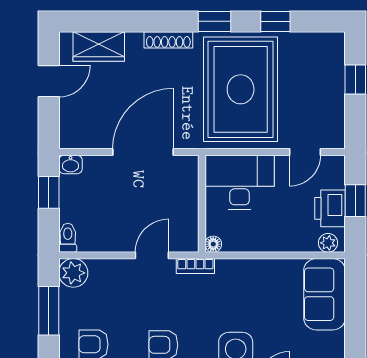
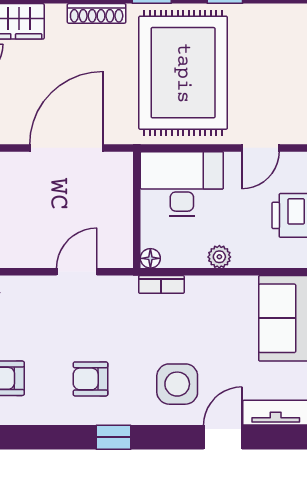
plant: (328, 243) -> (219, 257), moved
bookcase: (195, 266) -> (161, 284), moved

